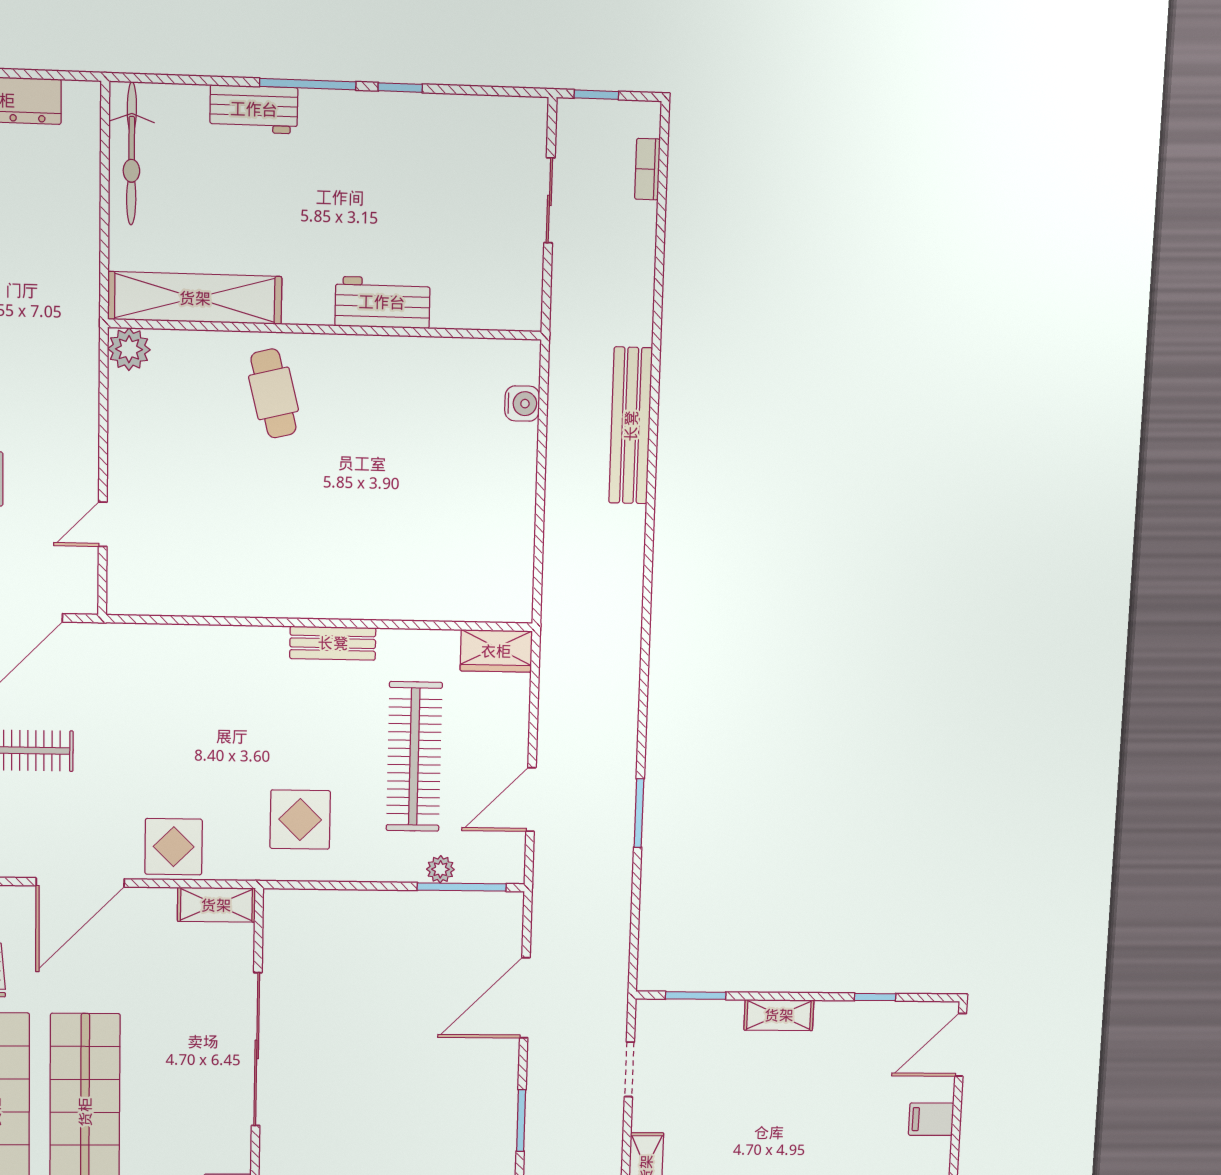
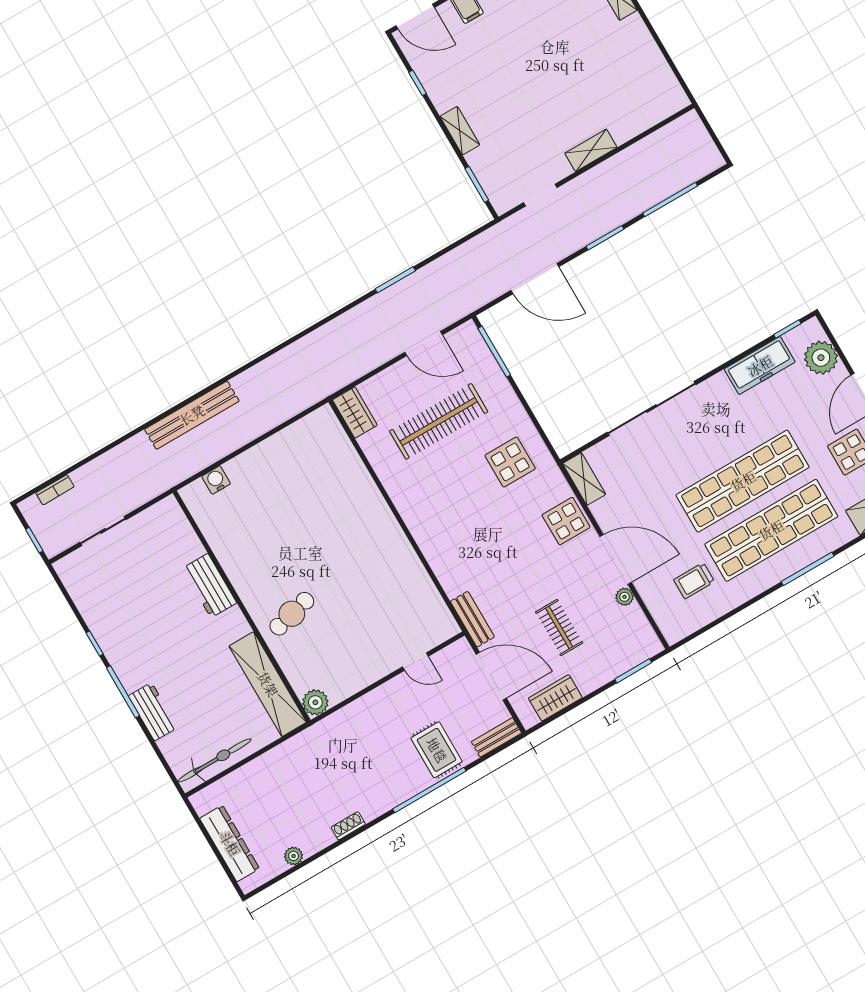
bench: (333, 643) -> (472, 619), moved
plant: (440, 869) -> (625, 597), moved

